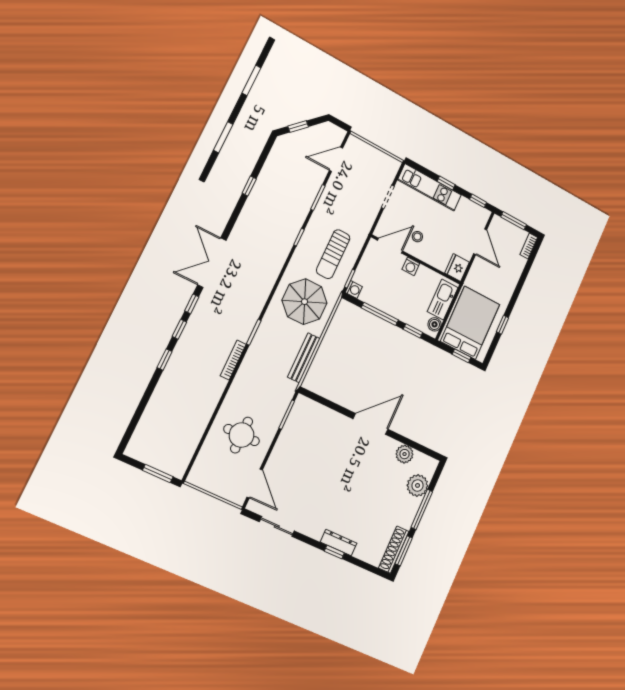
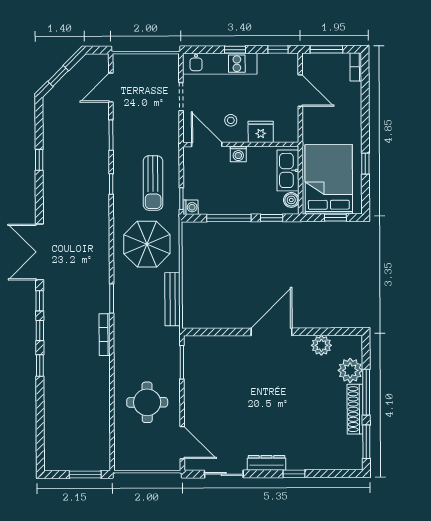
door: (390, 246) -> (207, 144), hinge flipped
fridge: (457, 268) -> (261, 132), moved, turned 90
dresser: (339, 543) -> (266, 463), moved
shoe rack: (394, 550) -> (355, 409), moved

